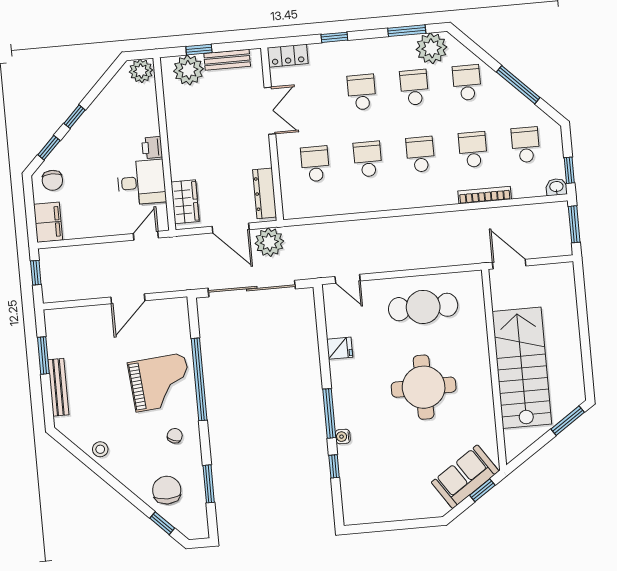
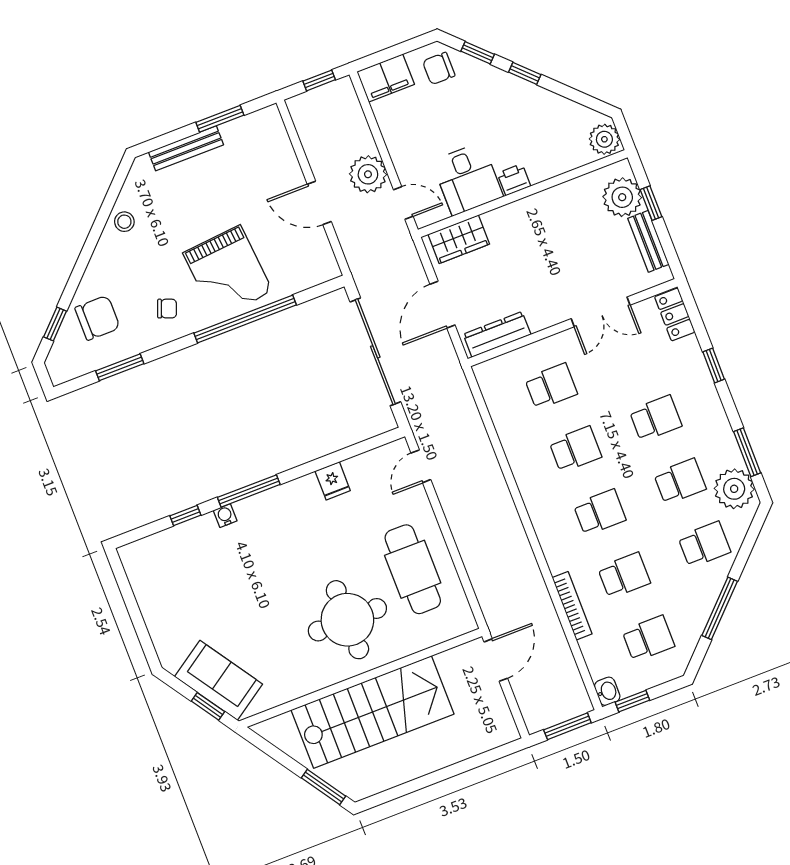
plant: (269, 242) -> (368, 174), moved
round table: (424, 387) -> (347, 620), moved

